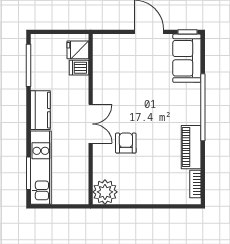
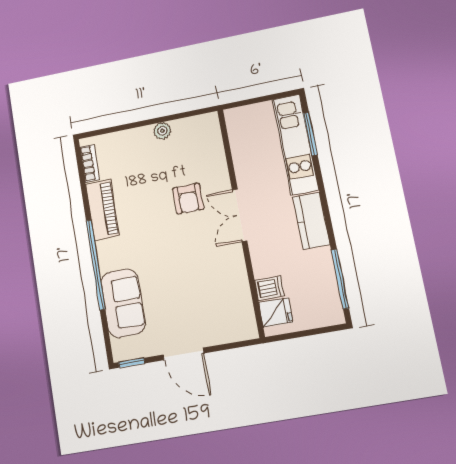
sofa: (187, 58) -> (123, 303), moved
plant: (105, 192) -> (162, 131), moved, width x0.53, depth x0.53

